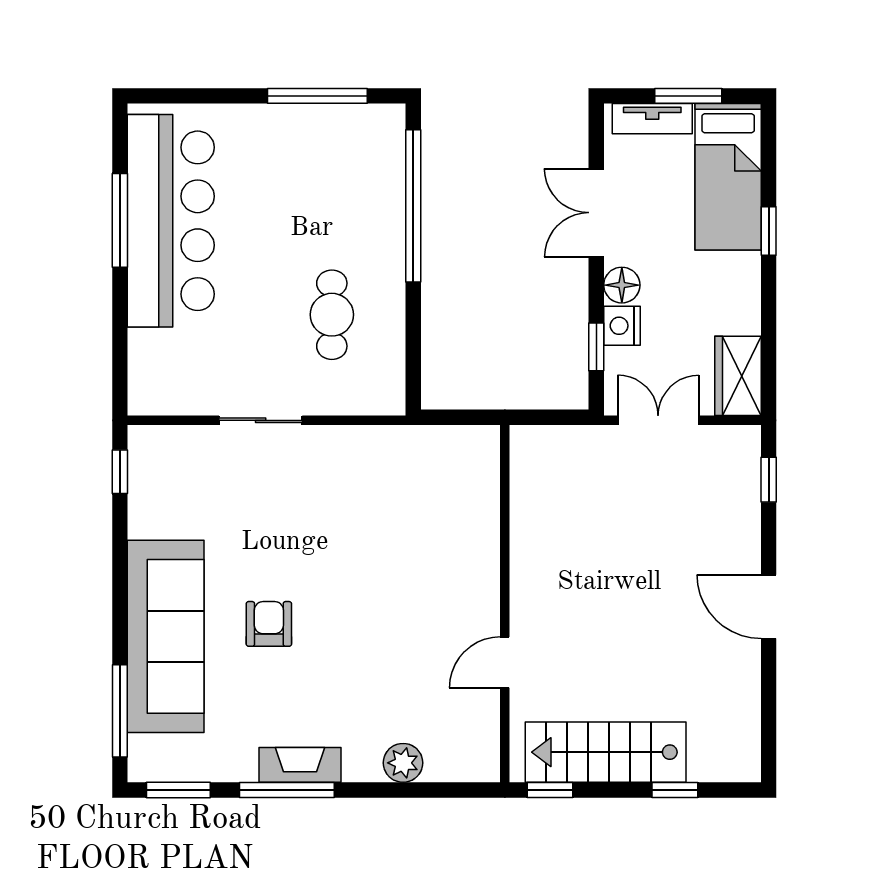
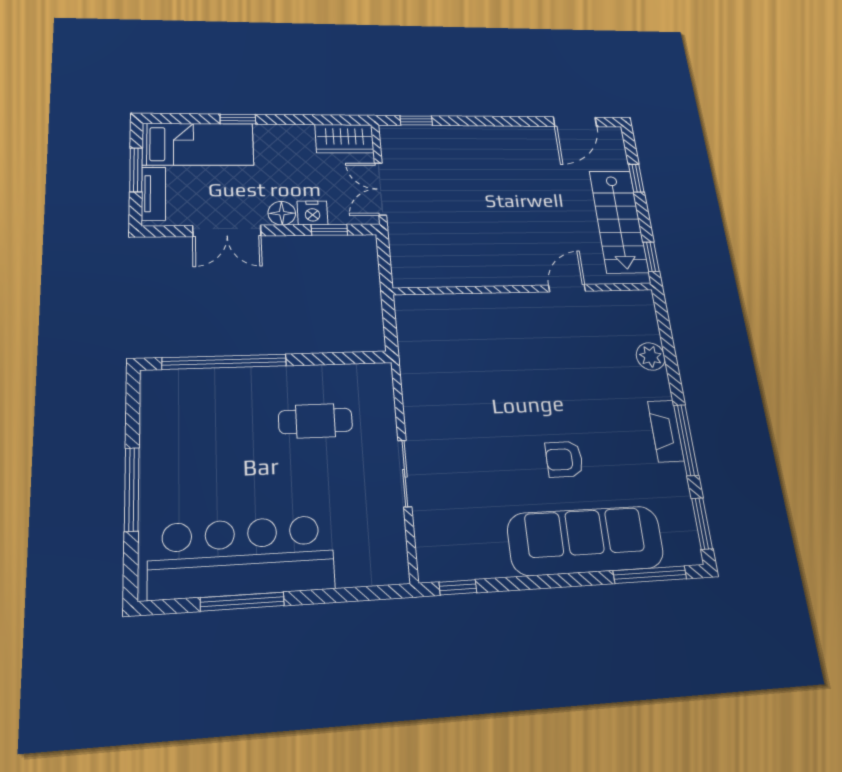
window: (317, 96) -> (132, 489), moved
door: (769, 607) -> (575, 122), moved
door: (505, 662) -> (567, 288), swing flipped

